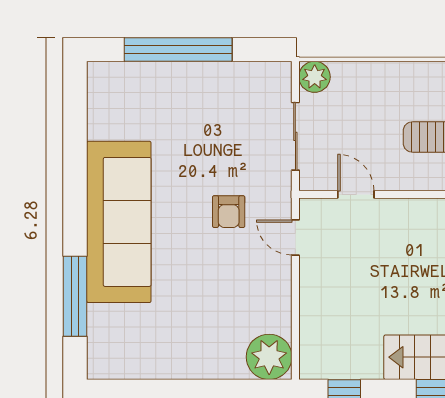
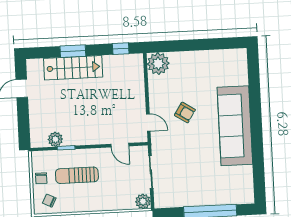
armchair: (229, 212) -> (185, 112), moved, turned 123
window: (75, 296) -> (254, 88), removed

